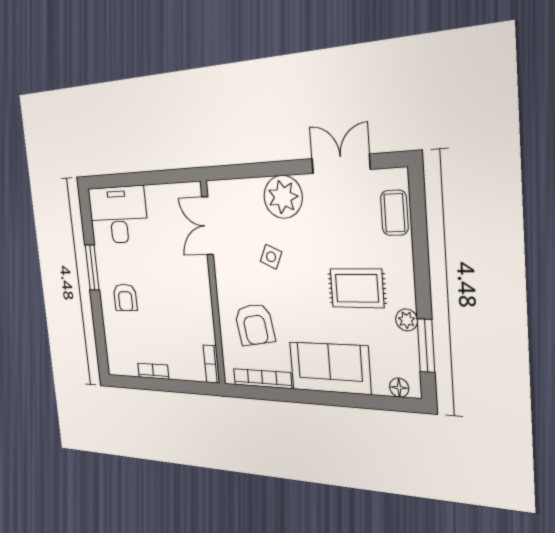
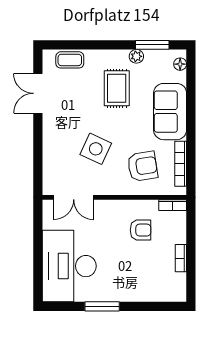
plant: (283, 197) -> (56, 136), removed
desk: (118, 215) -> (69, 266), width x1.36, depth x1.30
side table: (271, 257) -> (96, 149), width x1.87, depth x1.87
armchair: (125, 297) -> (140, 230), moved

